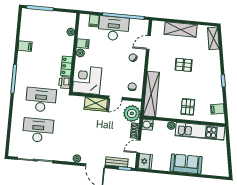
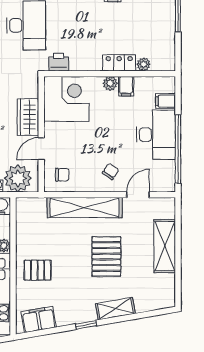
shelving: (213, 38) -> (115, 309), moved
door: (148, 43) -> (138, 195), hinge flipped
pallet: (184, 65) -> (106, 257), width x1.50, depth x1.42
locker: (67, 66) -> (119, 63), moved
shelving: (151, 94) -> (85, 208), moved
door: (115, 98) -> (41, 149), hinge flipped
filing cabinet: (217, 109) -> (39, 319), width x2.00

